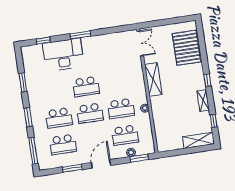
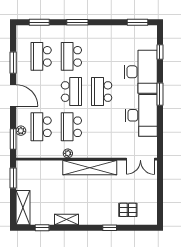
pallet: (186, 48) -> (128, 210), width x0.49, depth x0.50
desk: (101, 49) -> (141, 115), added
shelving: (153, 79) -> (90, 168), width x1.47
window: (207, 80) -> (110, 228), moved
window: (23, 82) -> (137, 22), moved
school desk: (90, 113) -> (71, 92), turned 180
window: (33, 151) -> (39, 22), width x0.69
window: (174, 153) -> (13, 178), added

